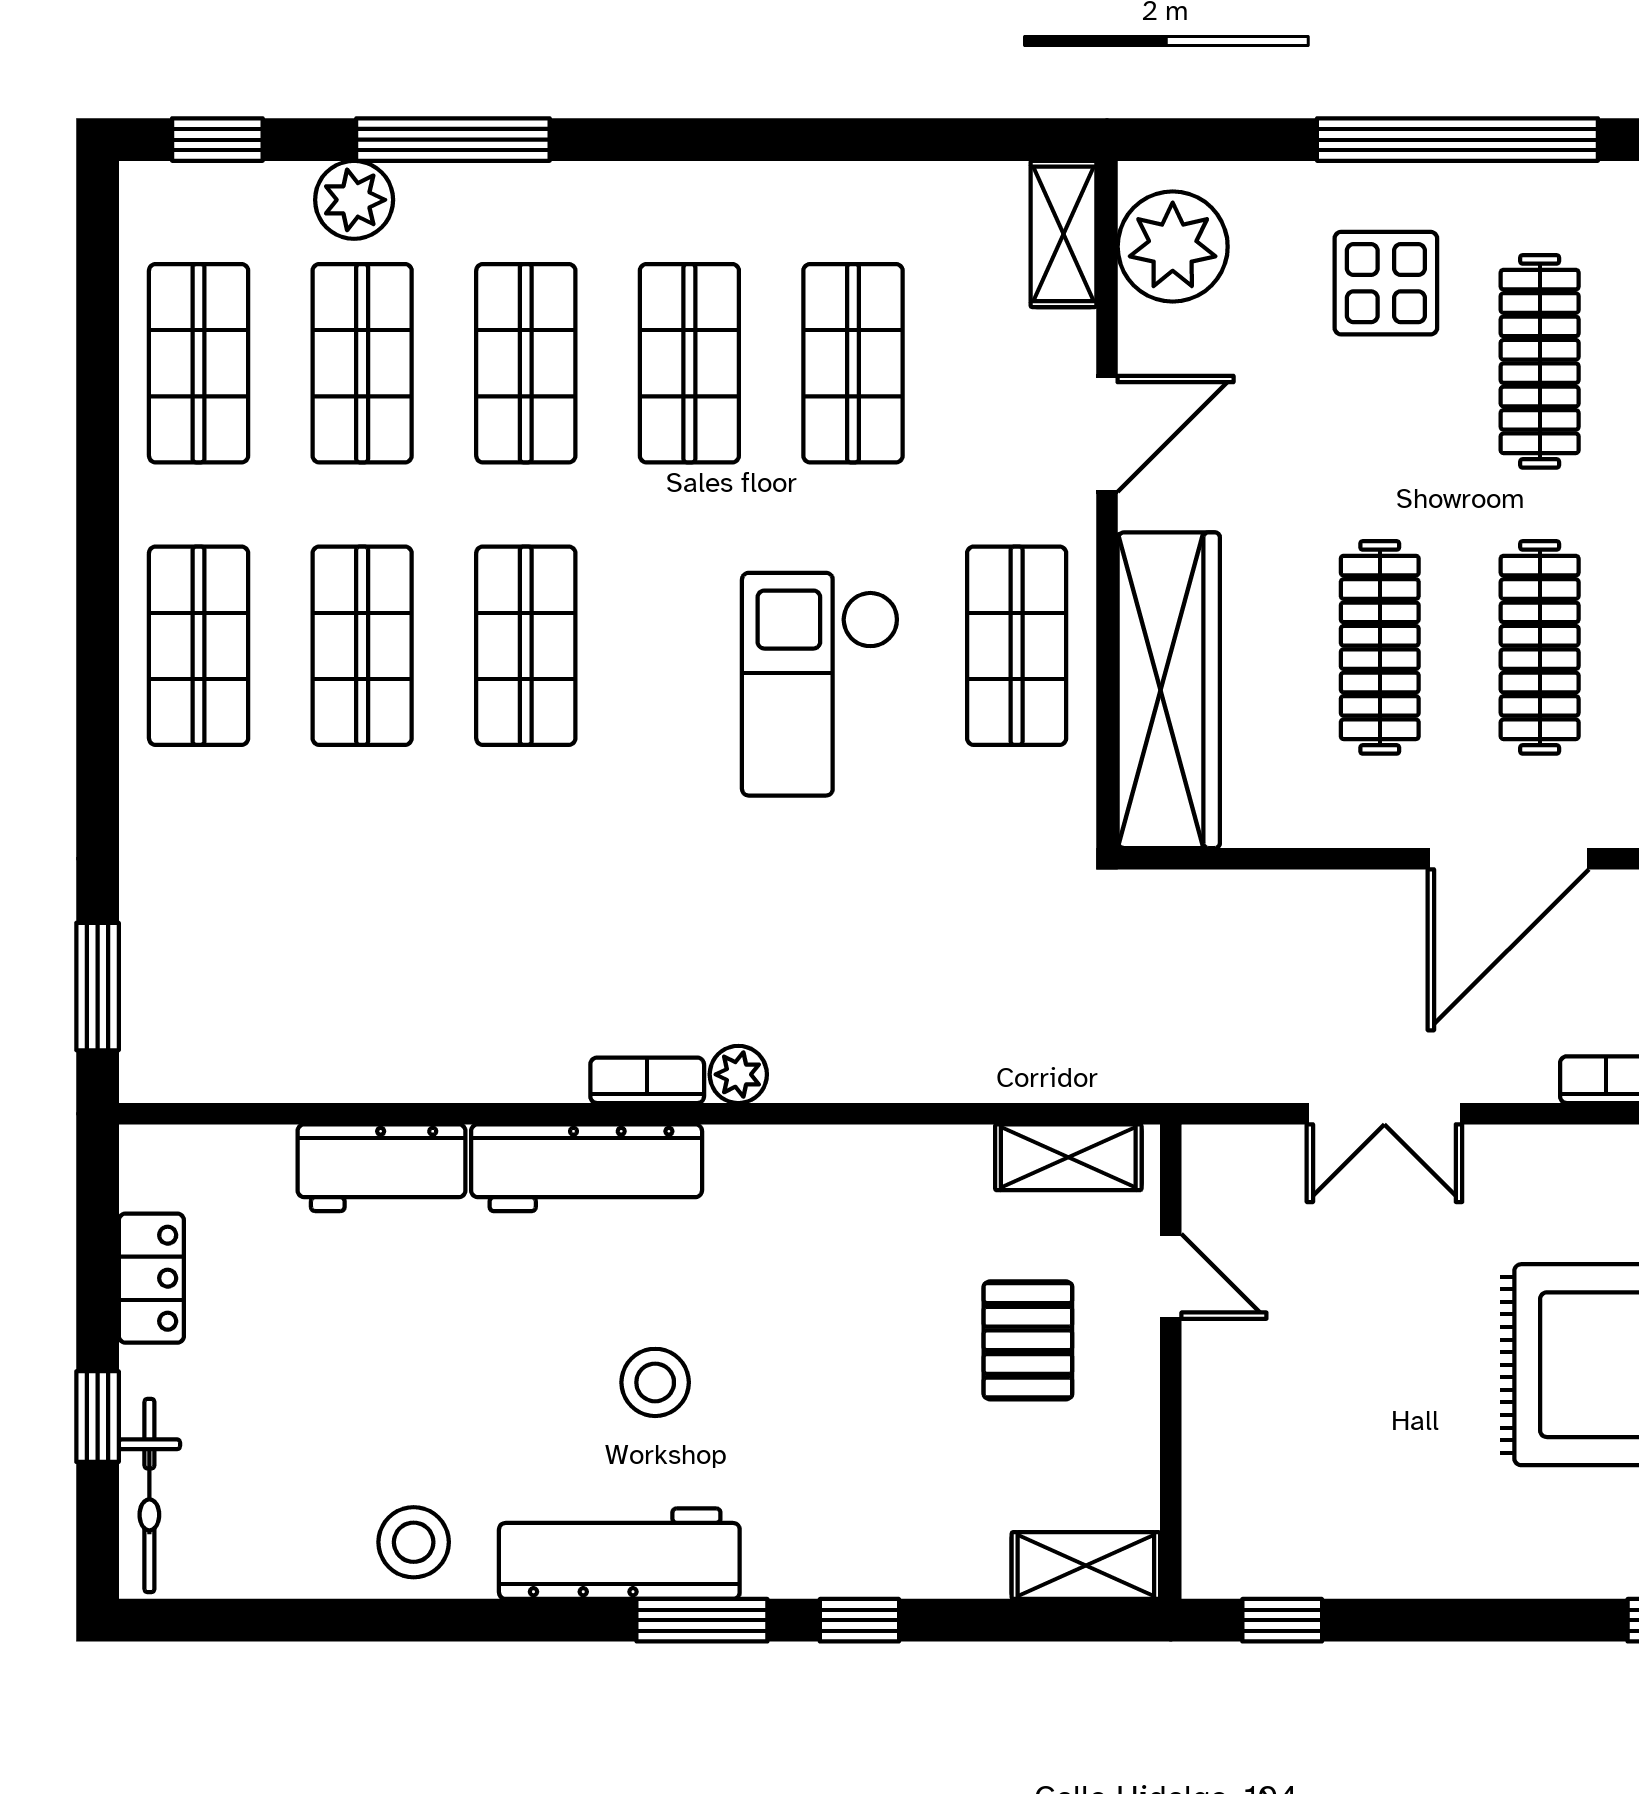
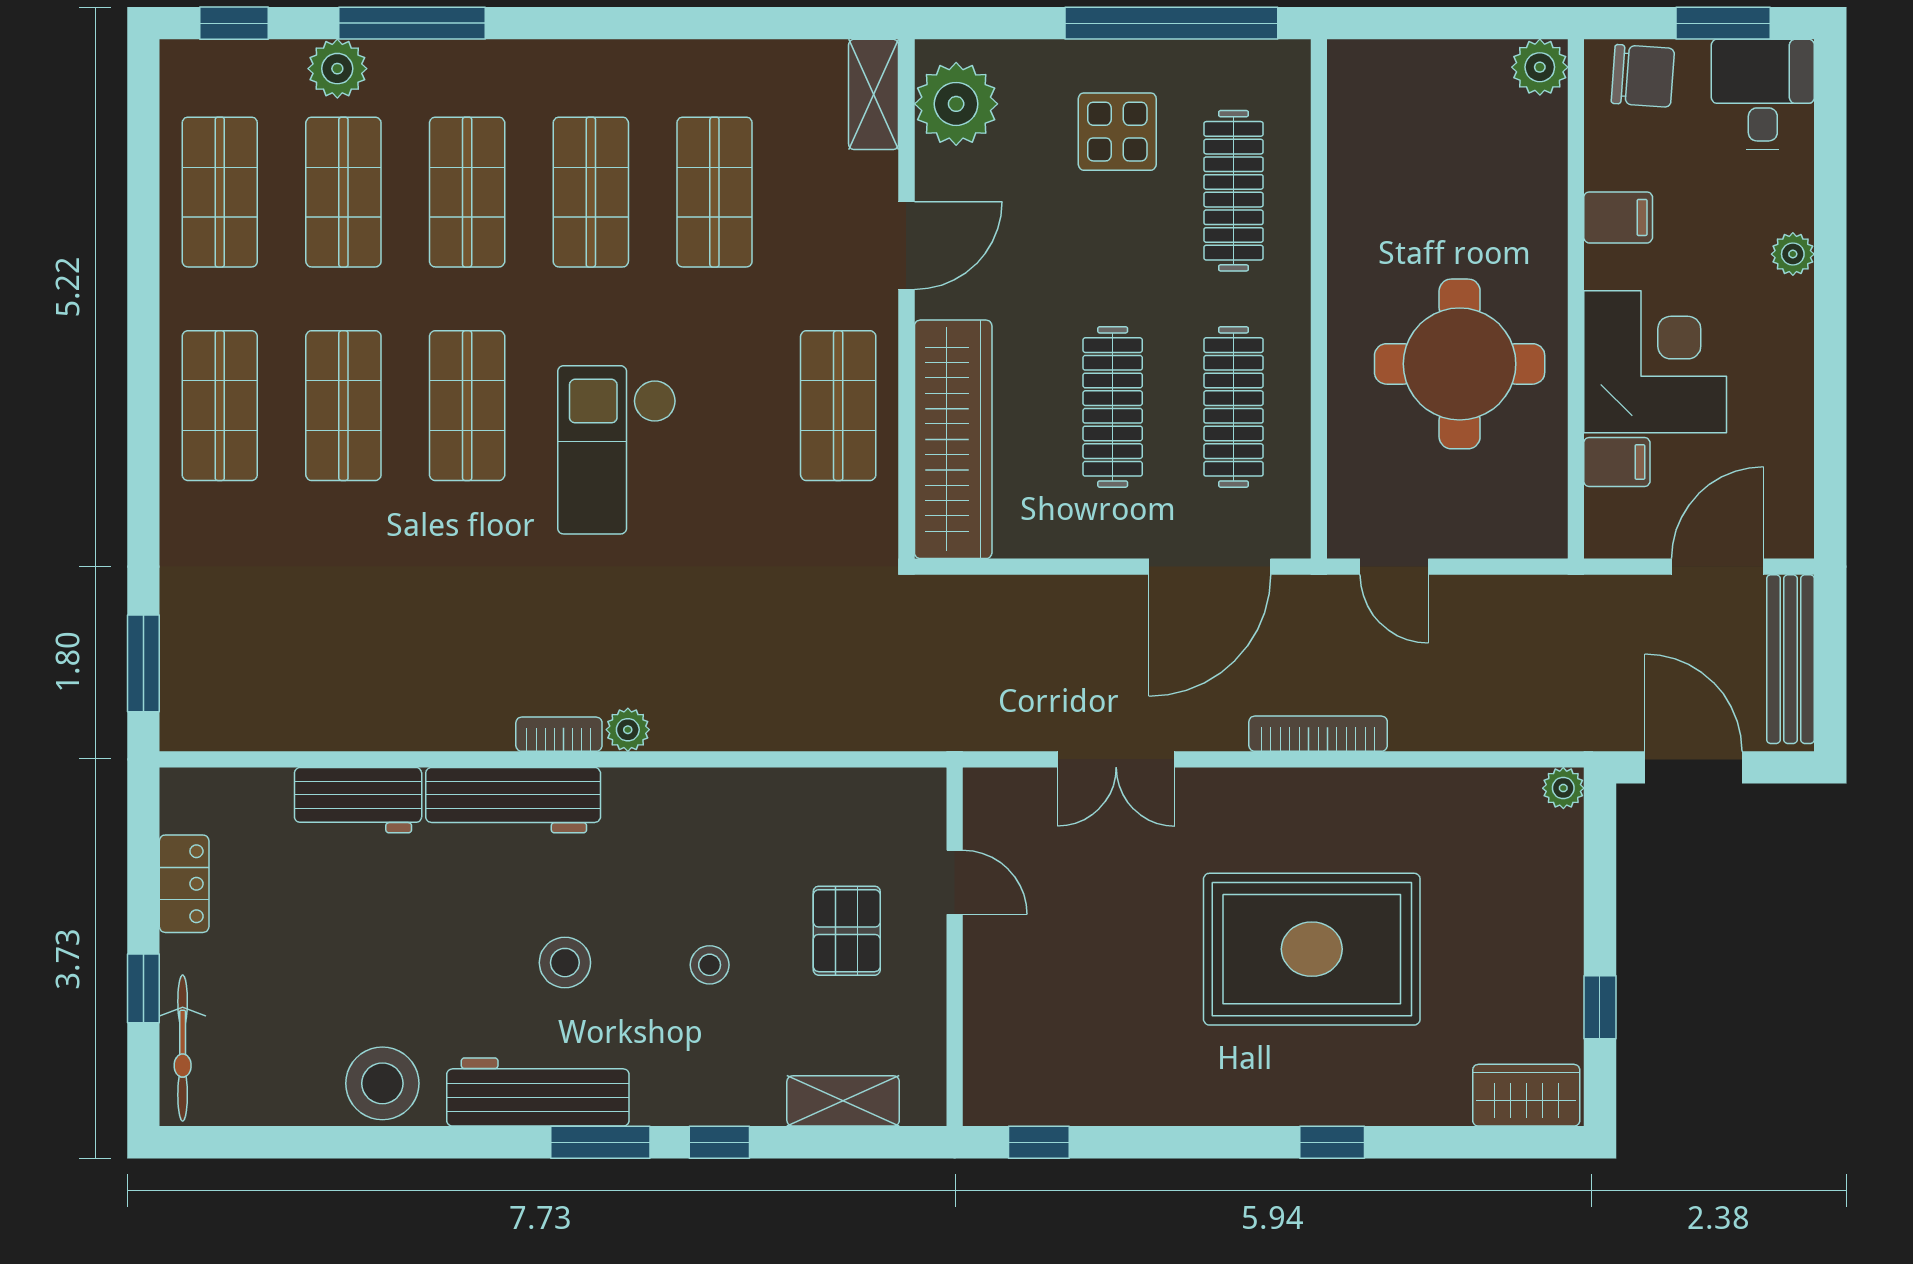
checkout: (820, 684) -> (617, 450), moved
shelving: (1068, 1157) -> (877, 792), removed
stool: (847, 1385) -> (710, 965), added
stool: (414, 1542) -> (382, 1083), width x1.38, depth x1.38
shelving: (1086, 1566) -> (843, 1101), moved

